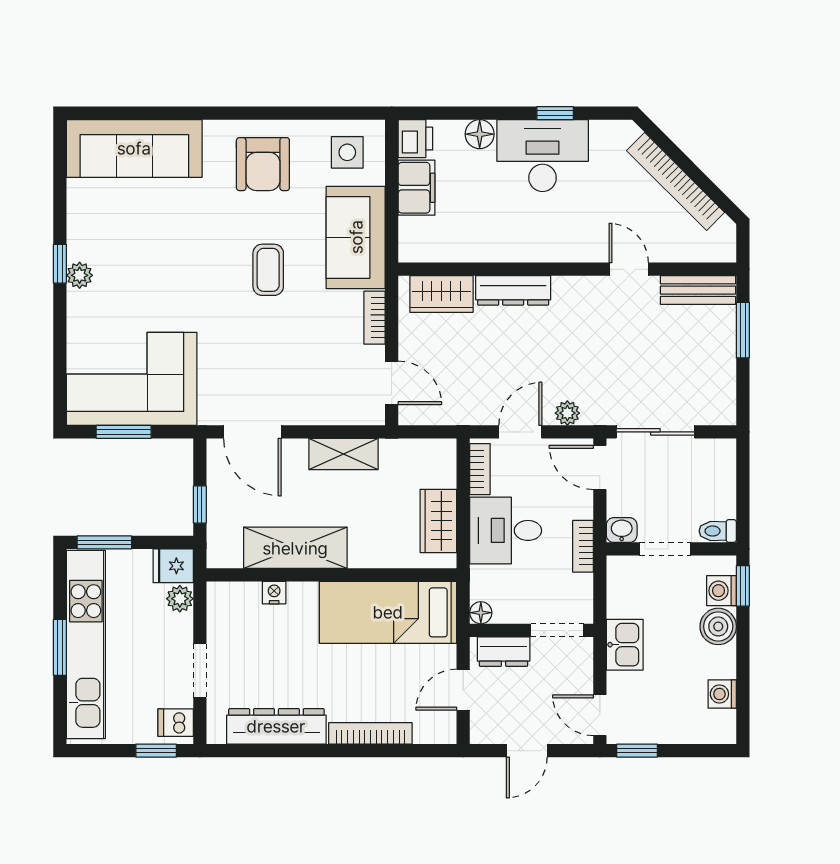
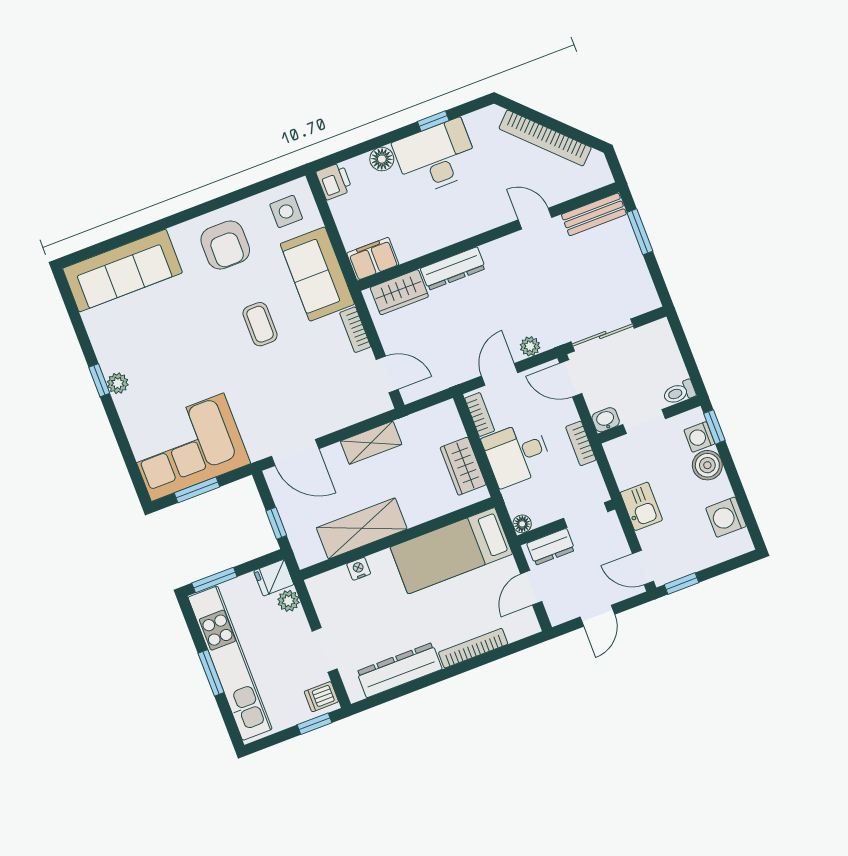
filing cabinet: (417, 188) -> (373, 259), moved, turned -90
washing machine: (722, 694) -> (726, 517), width x1.38, depth x1.38

